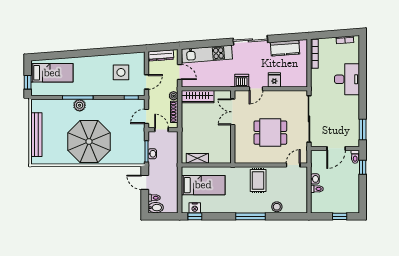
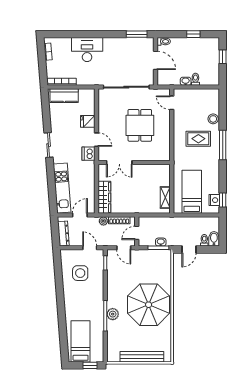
sliding door: (250, 40) -> (49, 145), width x0.73
kitchen counter: (285, 48) -> (64, 96), moved, turned 94
window: (363, 167) -> (193, 34), moved
rug: (258, 181) -> (198, 139), moved

